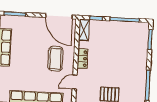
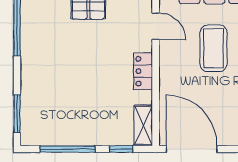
coffee table: (55, 59) -> (213, 48), moved
door: (75, 82) -> (156, 26), hinge flipped

